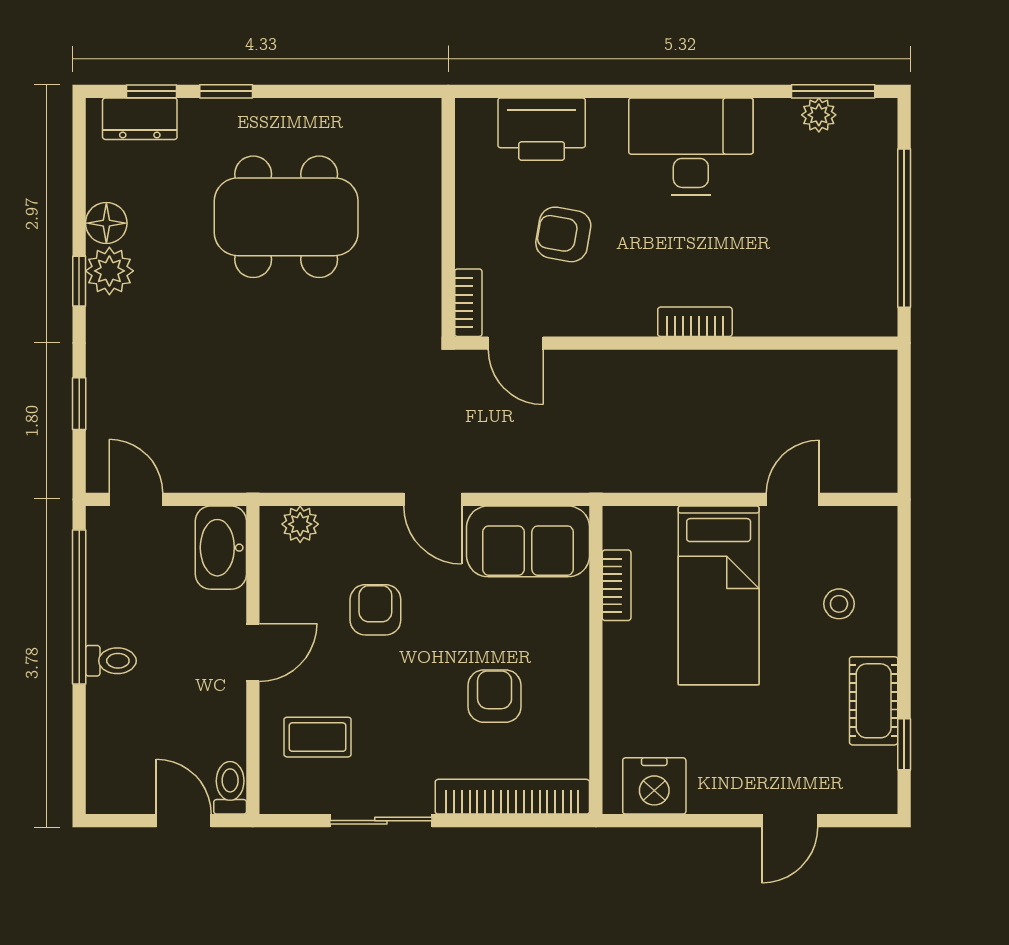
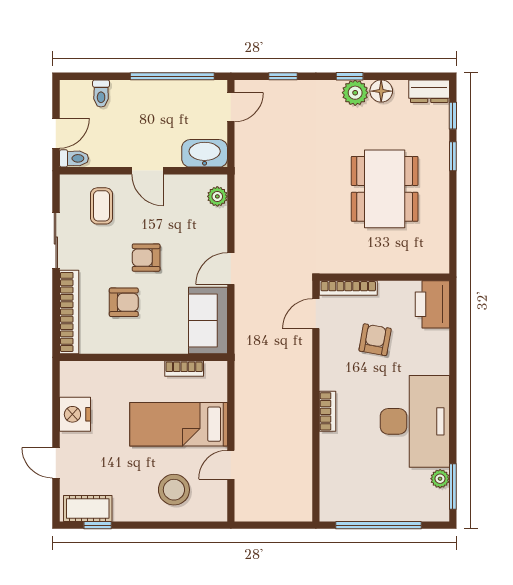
dresser: (140, 119) -> (429, 91), moved, turned -90
printer: (542, 129) -> (432, 304), moved
desk: (691, 147) -> (415, 421), width x1.36, depth x1.30
bookcase: (468, 303) -> (348, 288), width x1.56
door: (793, 499) -> (231, 465), swing flipped
stool: (839, 604) -> (174, 490), width x1.89, depth x1.89
armchair: (375, 610) -> (146, 258), moved, turned 180
toilet: (111, 661) -> (101, 93), moved
cot: (874, 701) -> (88, 509), moved
nightstand: (654, 786) -> (75, 414), moved

